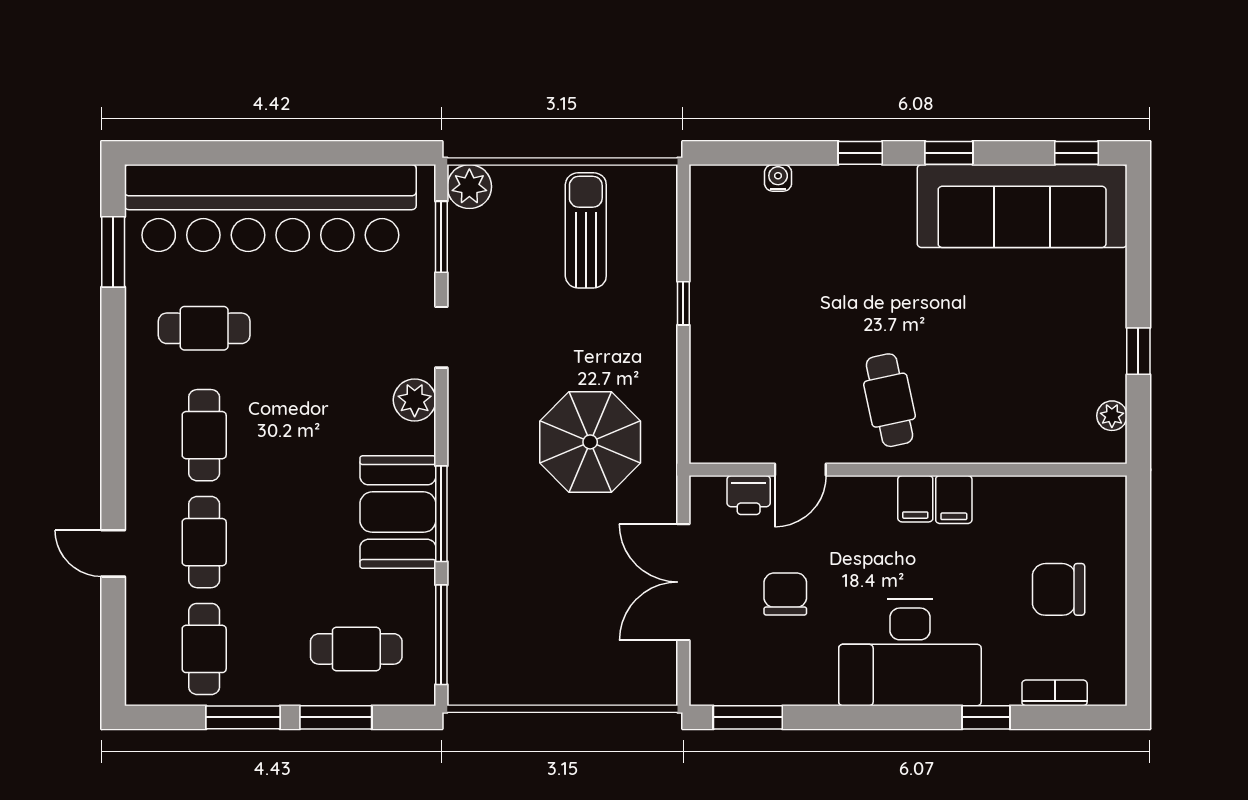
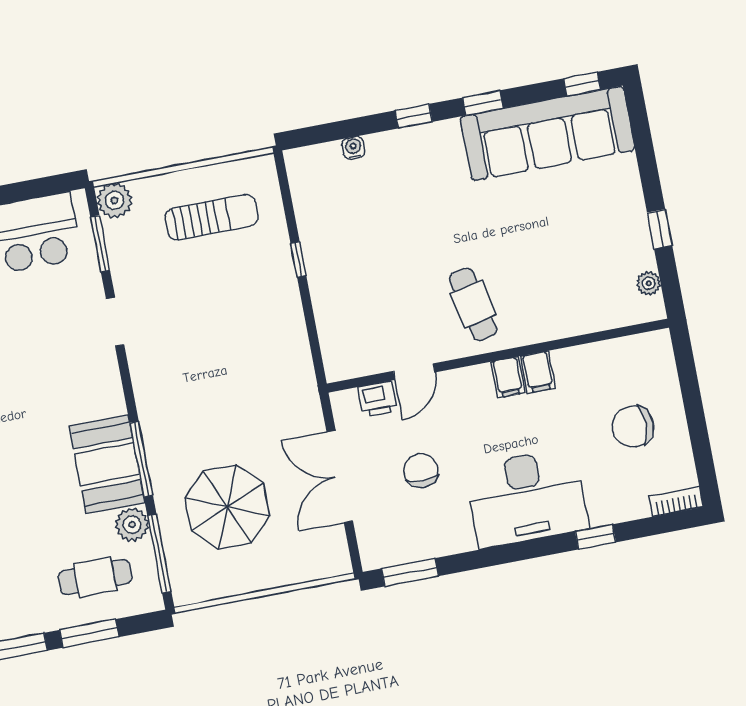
sun lounger: (586, 230) -> (212, 217), turned 90
plant: (415, 400) -> (132, 525), moved
parasol: (590, 442) -> (227, 507), moved
bookcase: (1055, 693) -> (676, 502), moved

